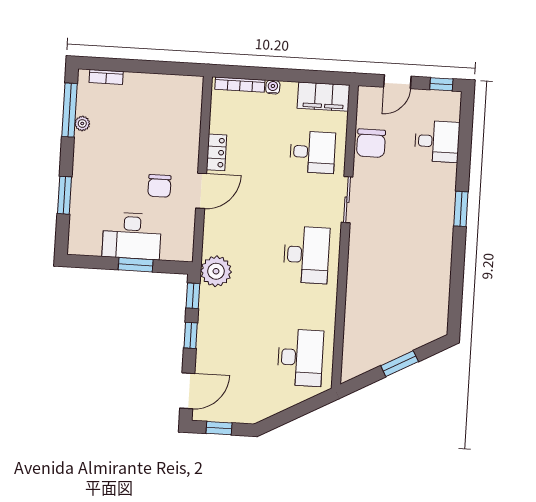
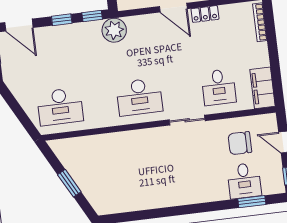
water cooler: (273, 87) -> (263, 48), removed
chair: (371, 143) -> (240, 143), moved
window: (461, 209) -> (252, 202), moved

